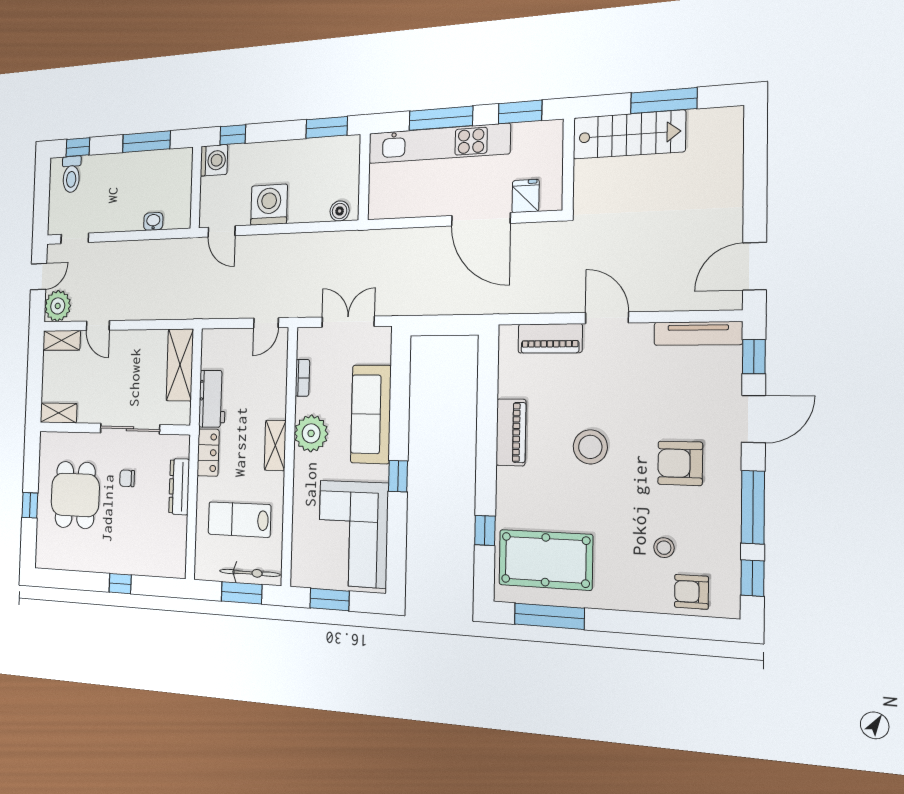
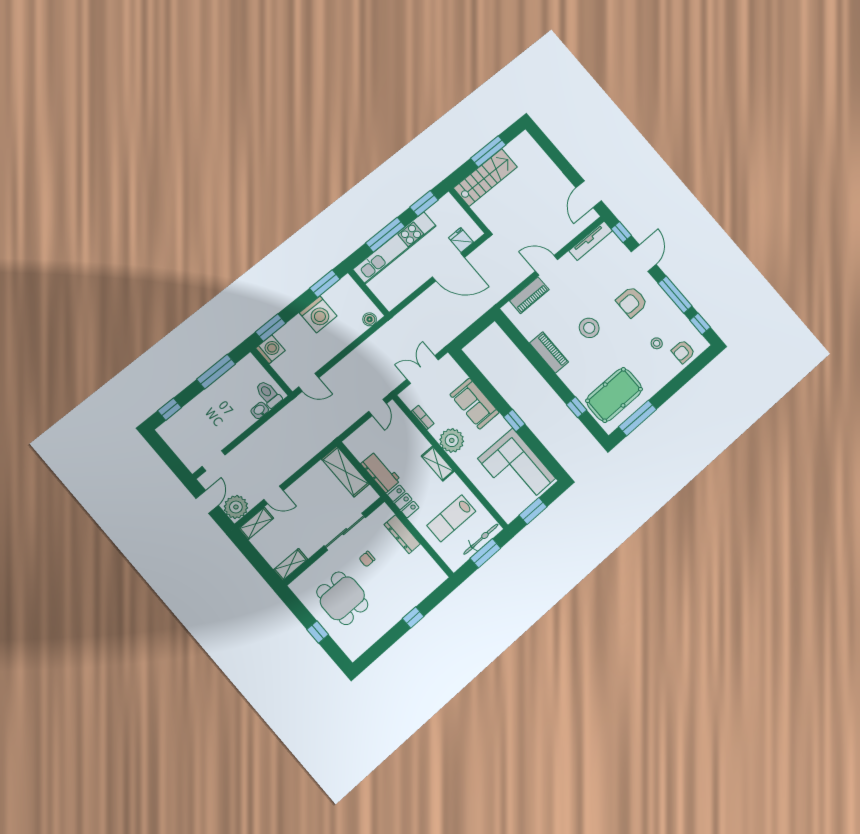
window: (233, 135) -> (270, 328), width x1.50
toilet: (71, 174) -> (268, 394), moved, turned 180
washing machine: (269, 205) -> (318, 314), moved, turned 180
sofa: (371, 414) -> (475, 404), width x0.73

